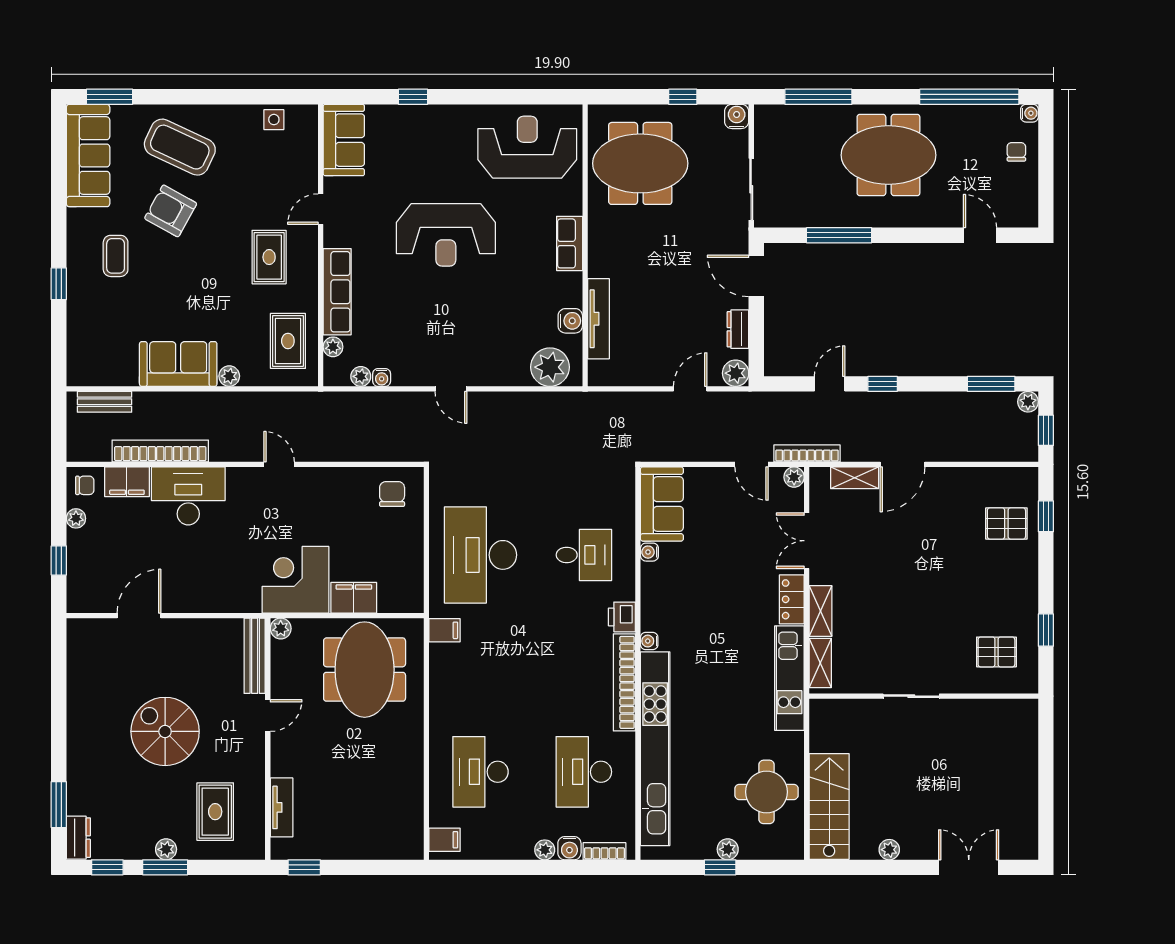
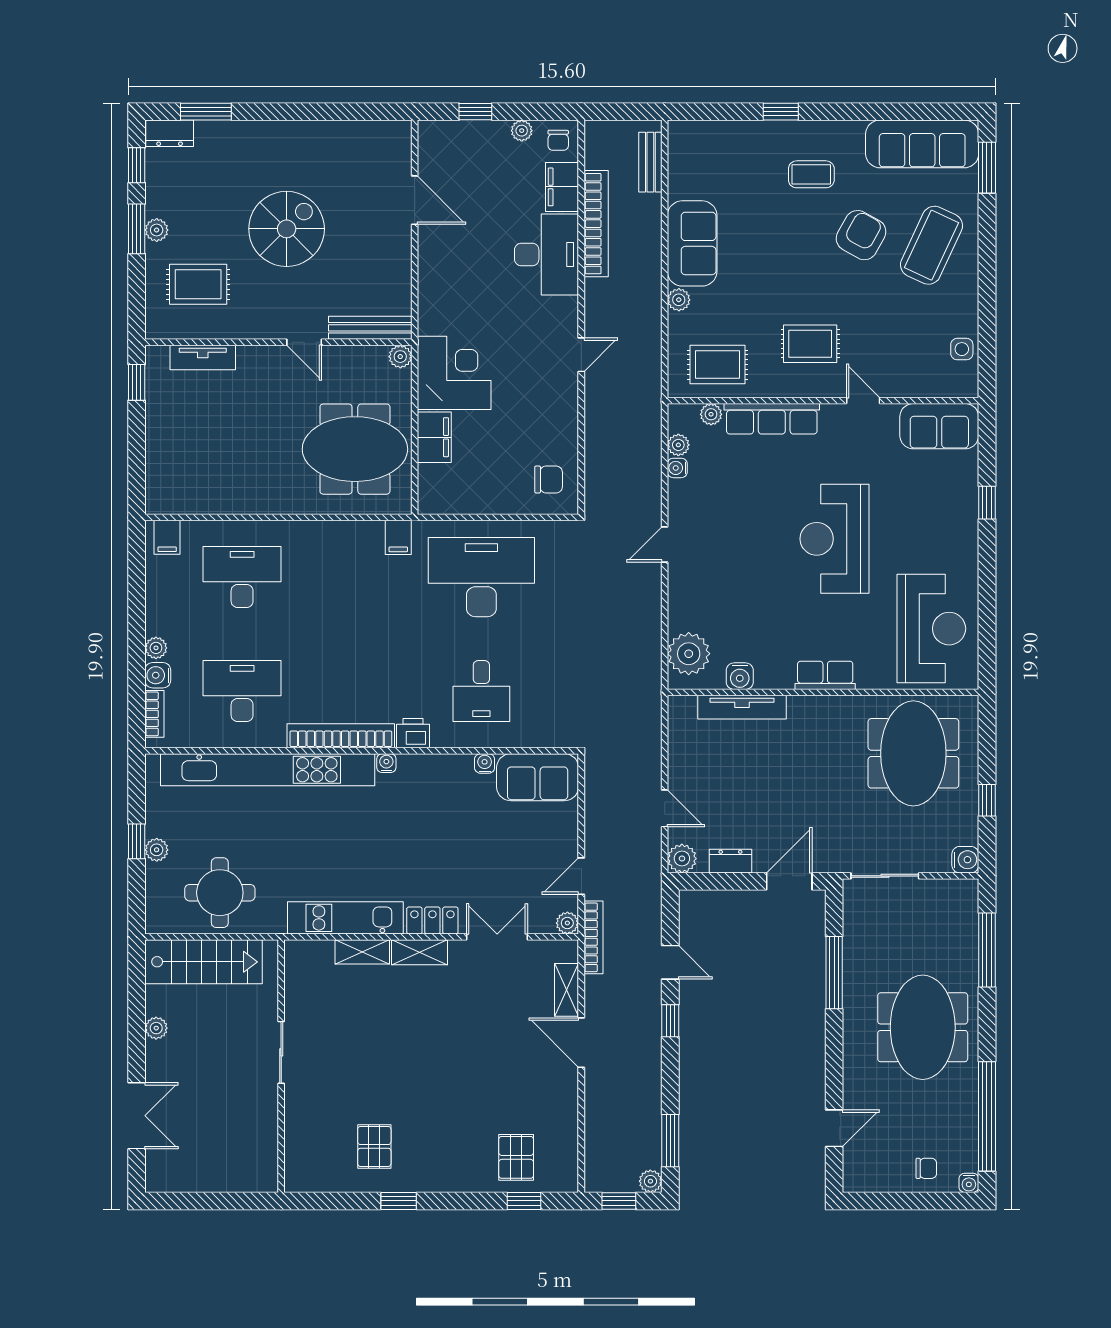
sliding door: (911, 696) -> (281, 1052), moved
wall: (924, 696) -> (281, 1066), moved

